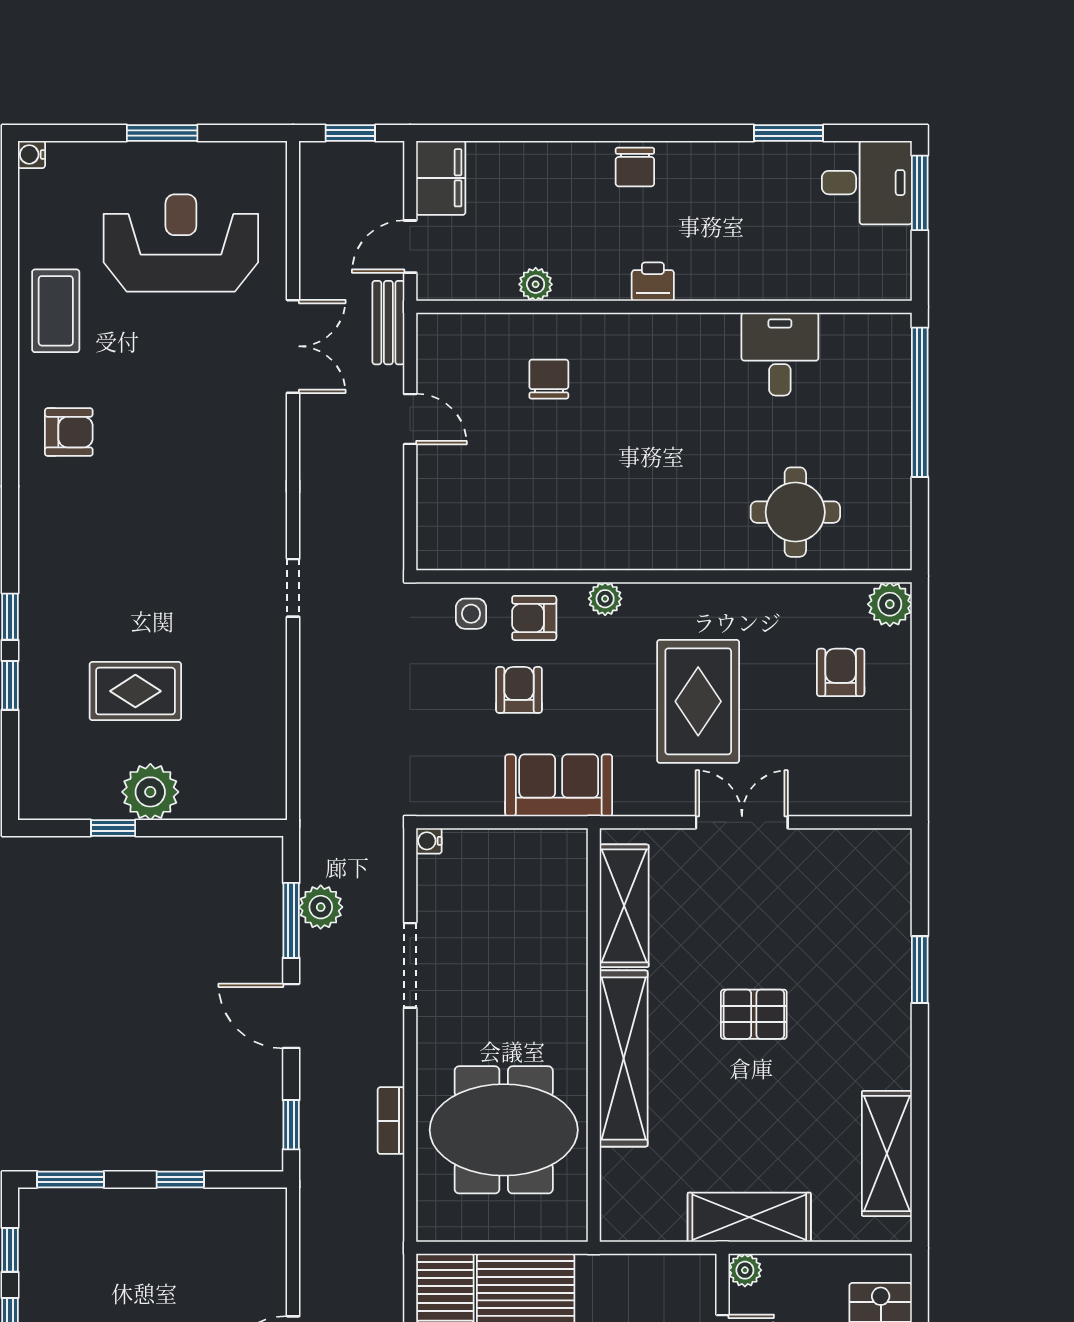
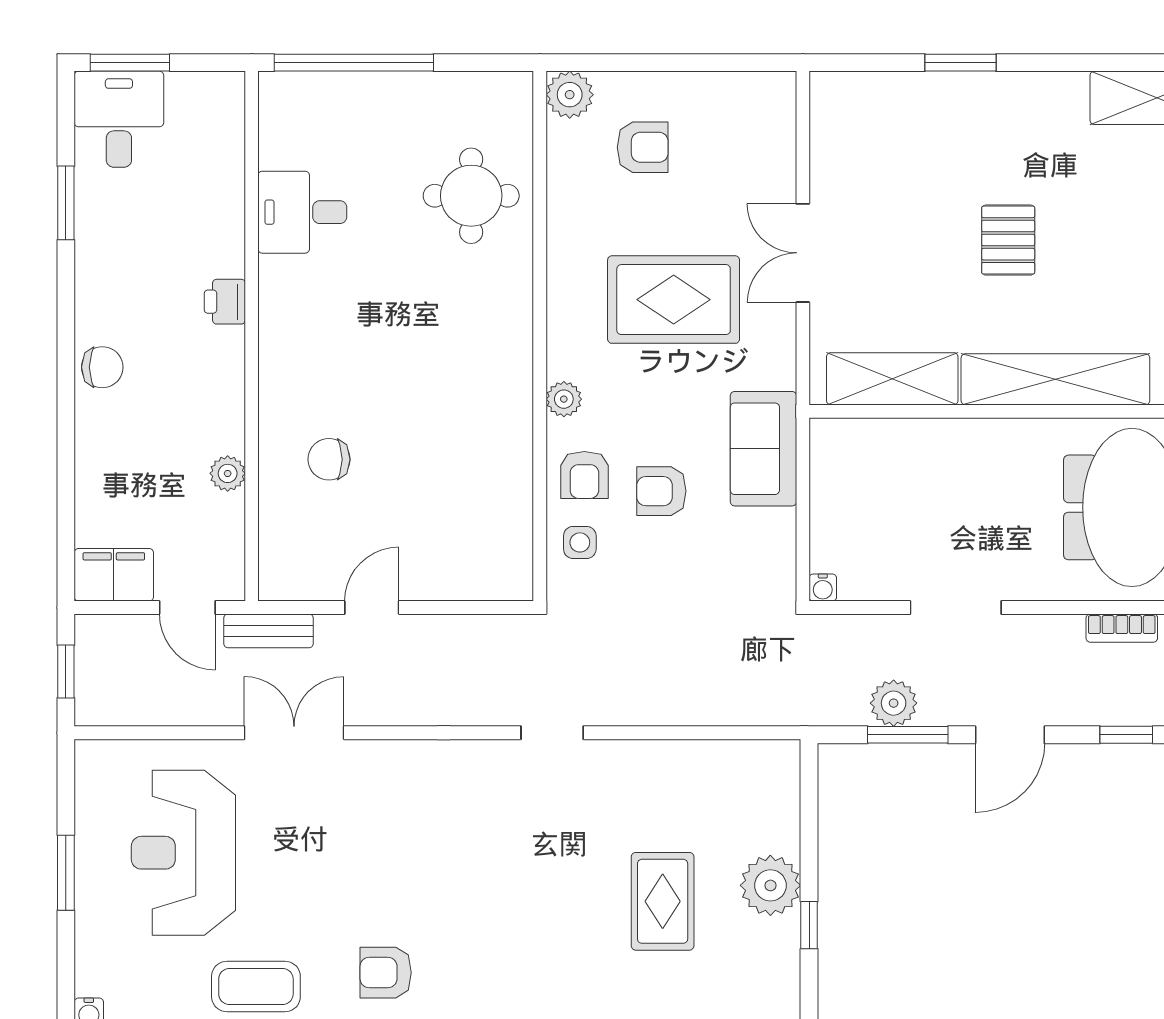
printer: (653, 282) -> (225, 302), moved
armchair: (69, 432) -> (386, 973), turned -90
armchair: (841, 672) -> (643, 147), turned 180

